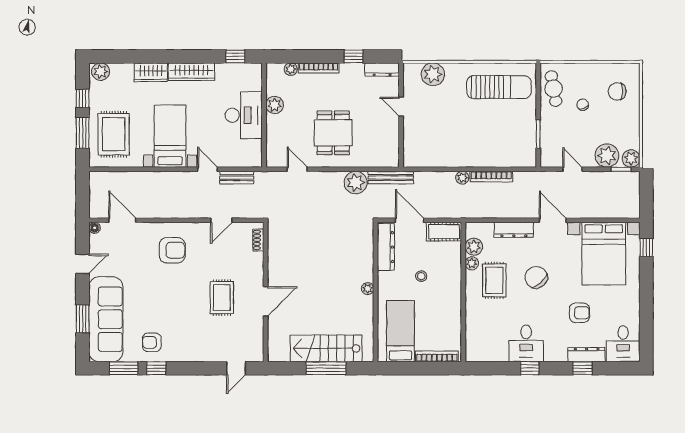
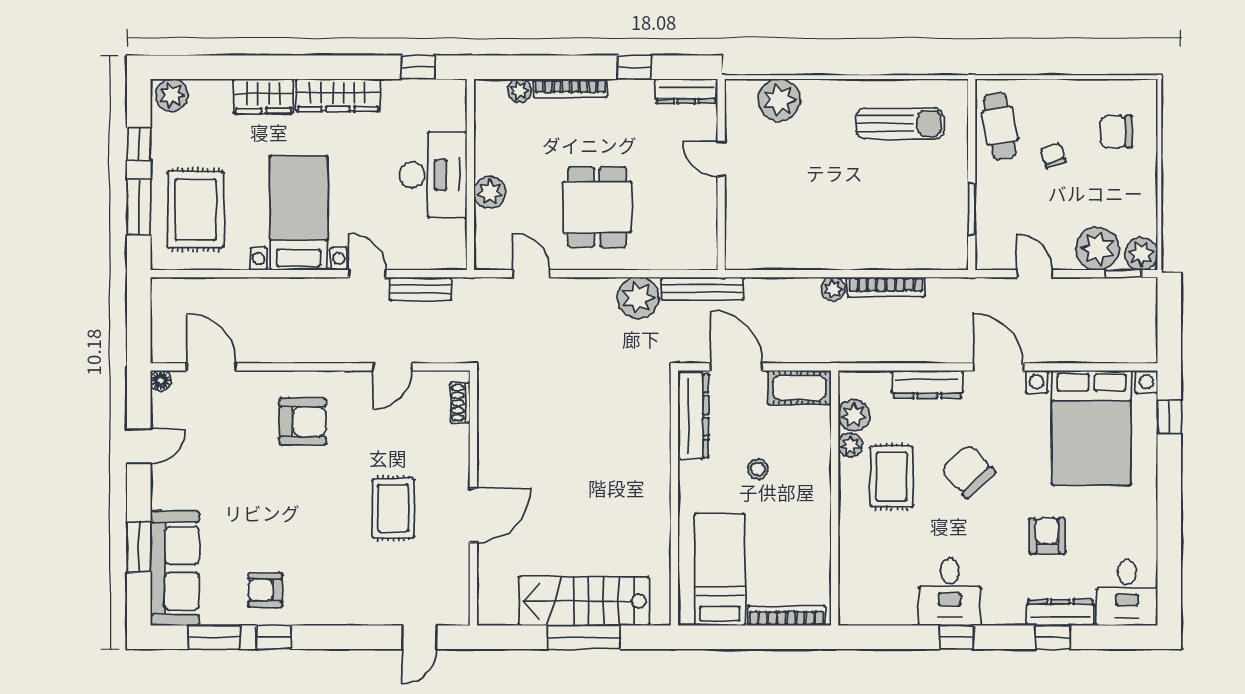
sun lounger: (499, 87) -> (900, 123), width x0.73, depth x0.75
plant: (275, 105) -> (490, 192), moved
plant: (368, 289) -> (660, 492), removed
armchair: (579, 313) -> (1047, 536), turned -91
sofa: (106, 319) -> (175, 568), width x0.74, depth x0.79

